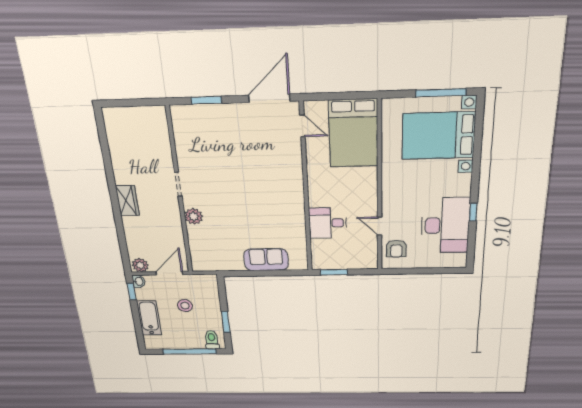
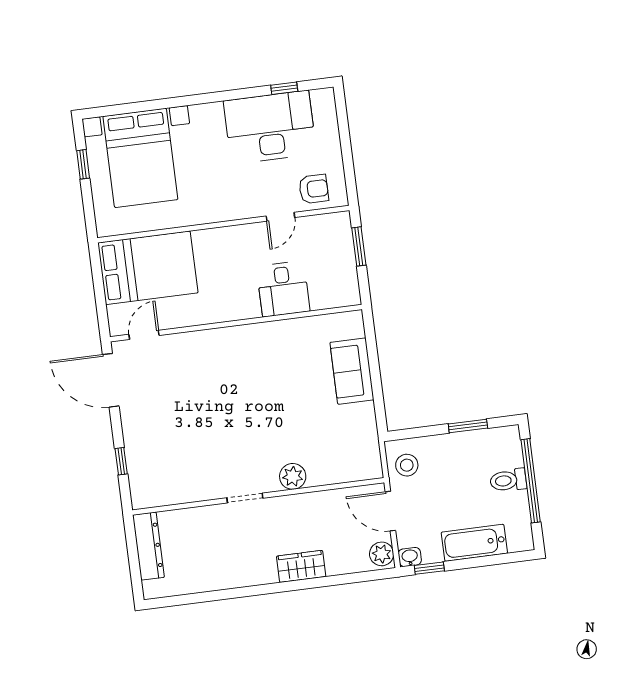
window: (441, 93) -> (83, 164), width x0.46
window: (206, 100) -> (121, 461), width x0.67
dresser: (142, 114) -> (148, 546), added
wardrobe: (127, 201) -> (301, 566), moved
window: (473, 212) -> (284, 88), moved
window: (334, 272) -> (359, 246), moved
stool: (185, 306) -> (407, 465), moved
toilet: (212, 340) -> (508, 480), moved

